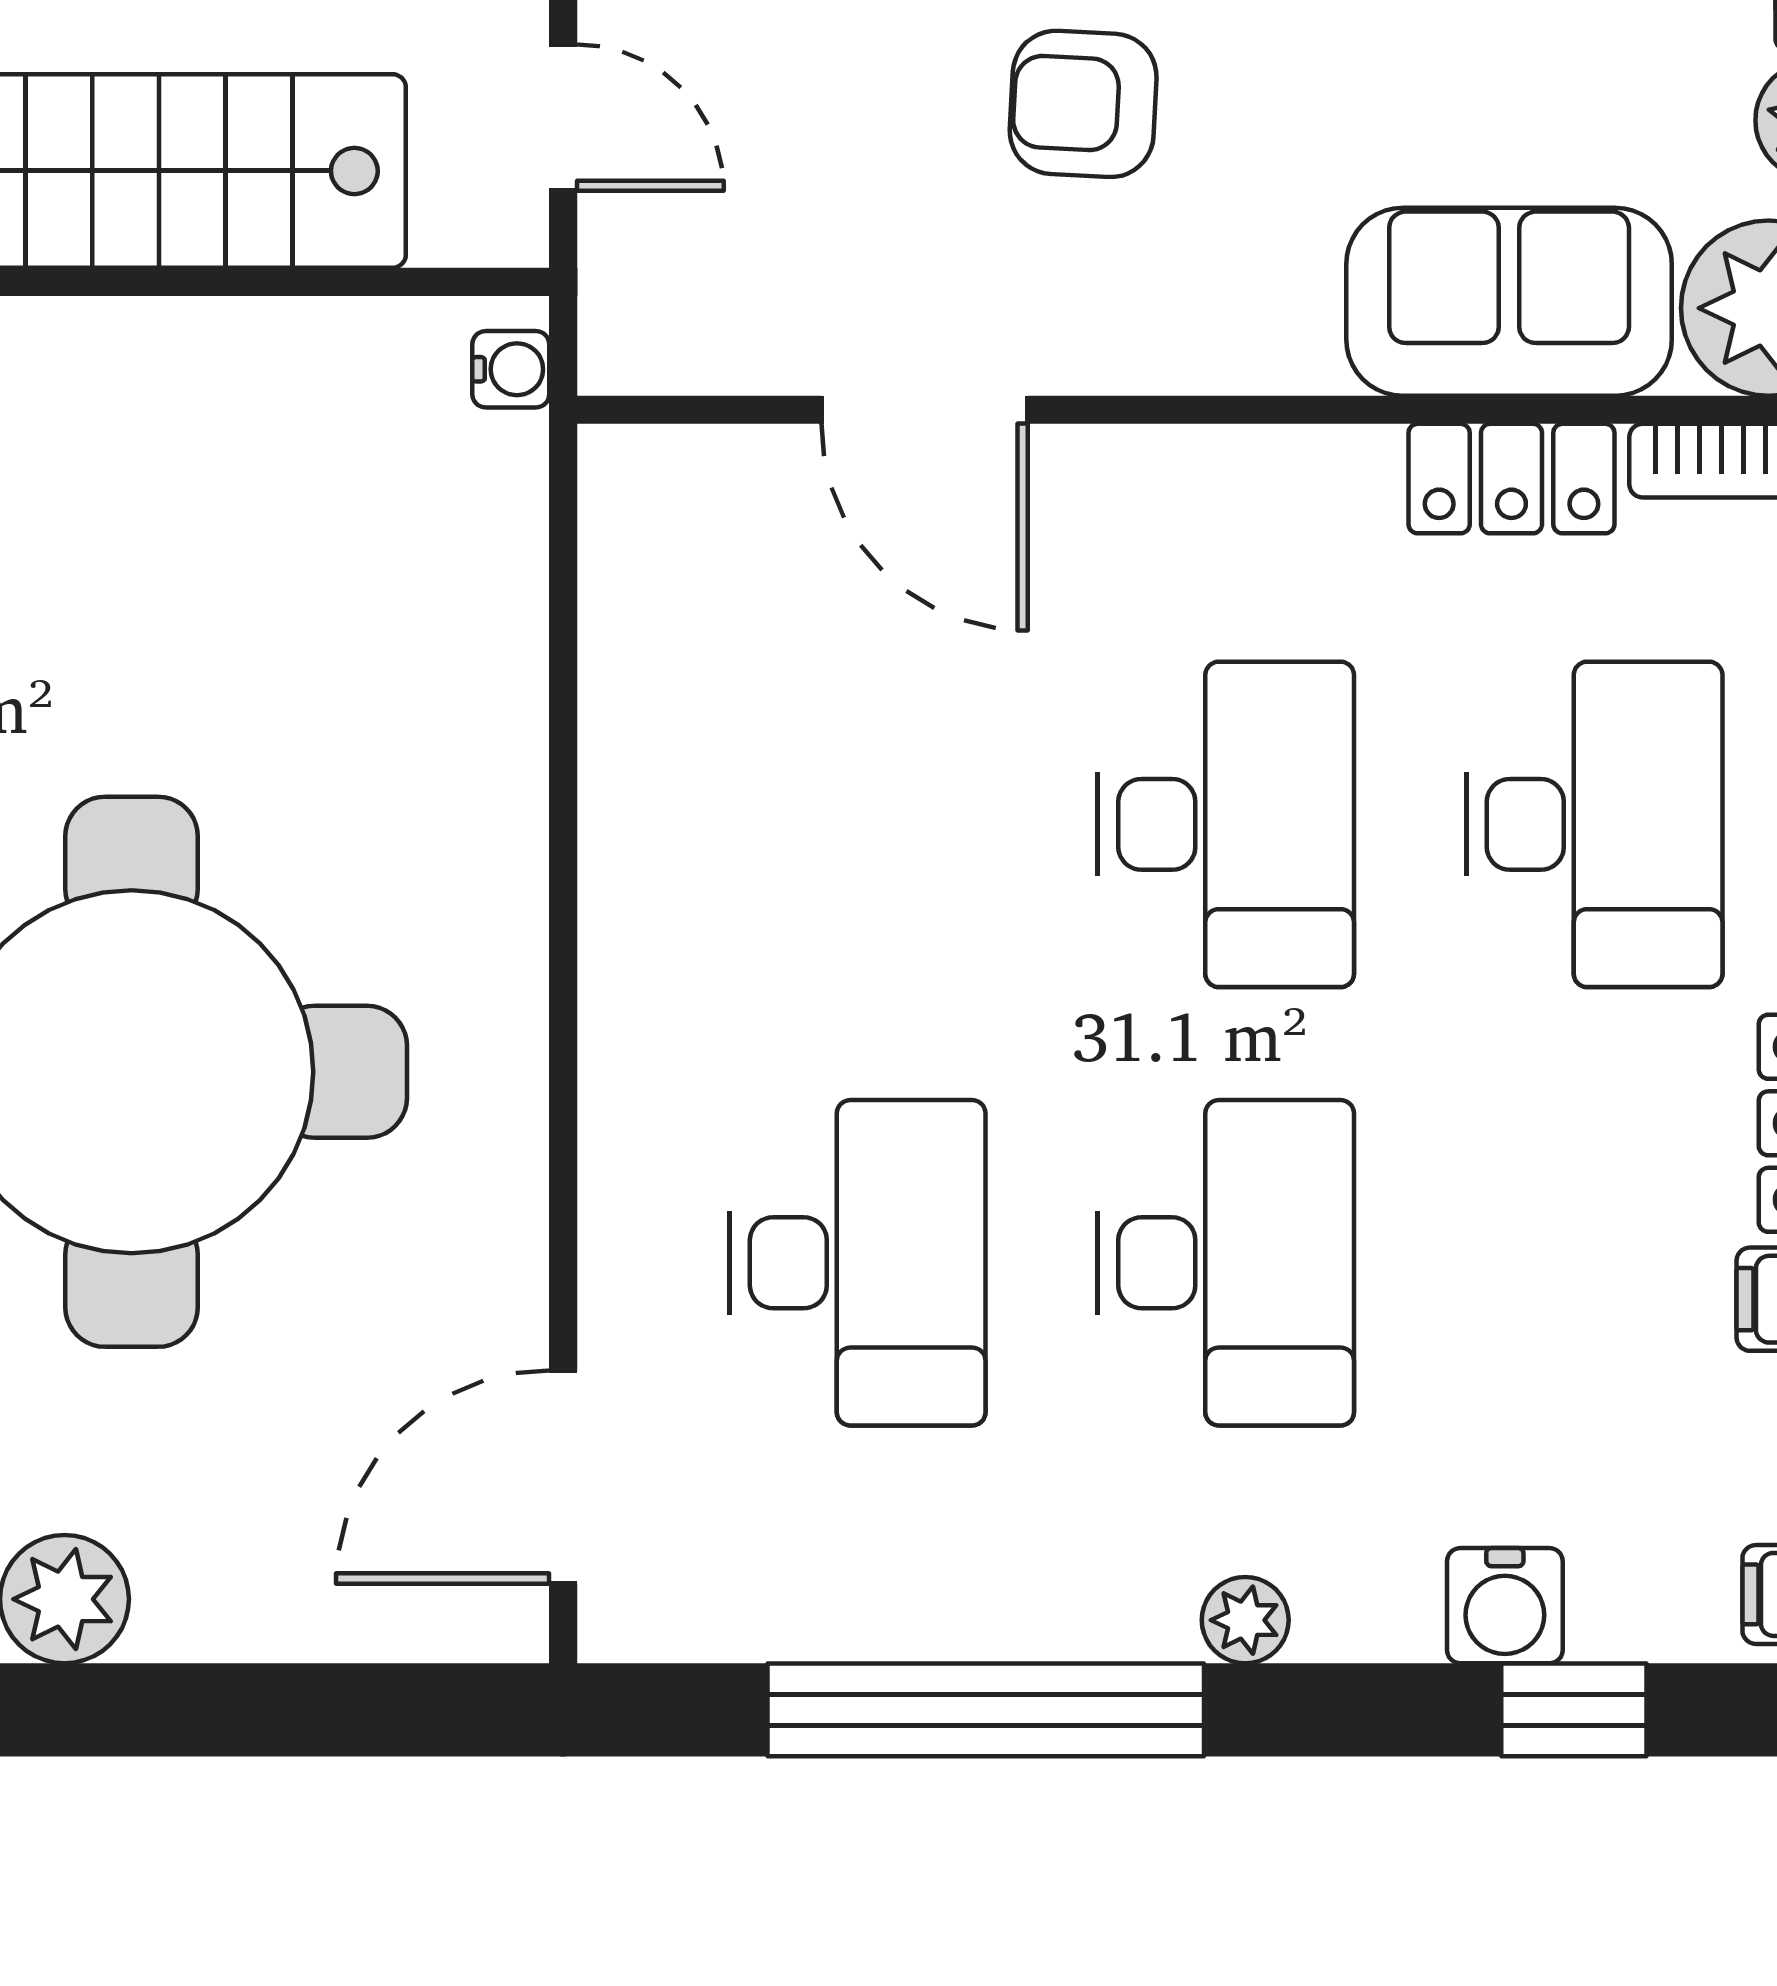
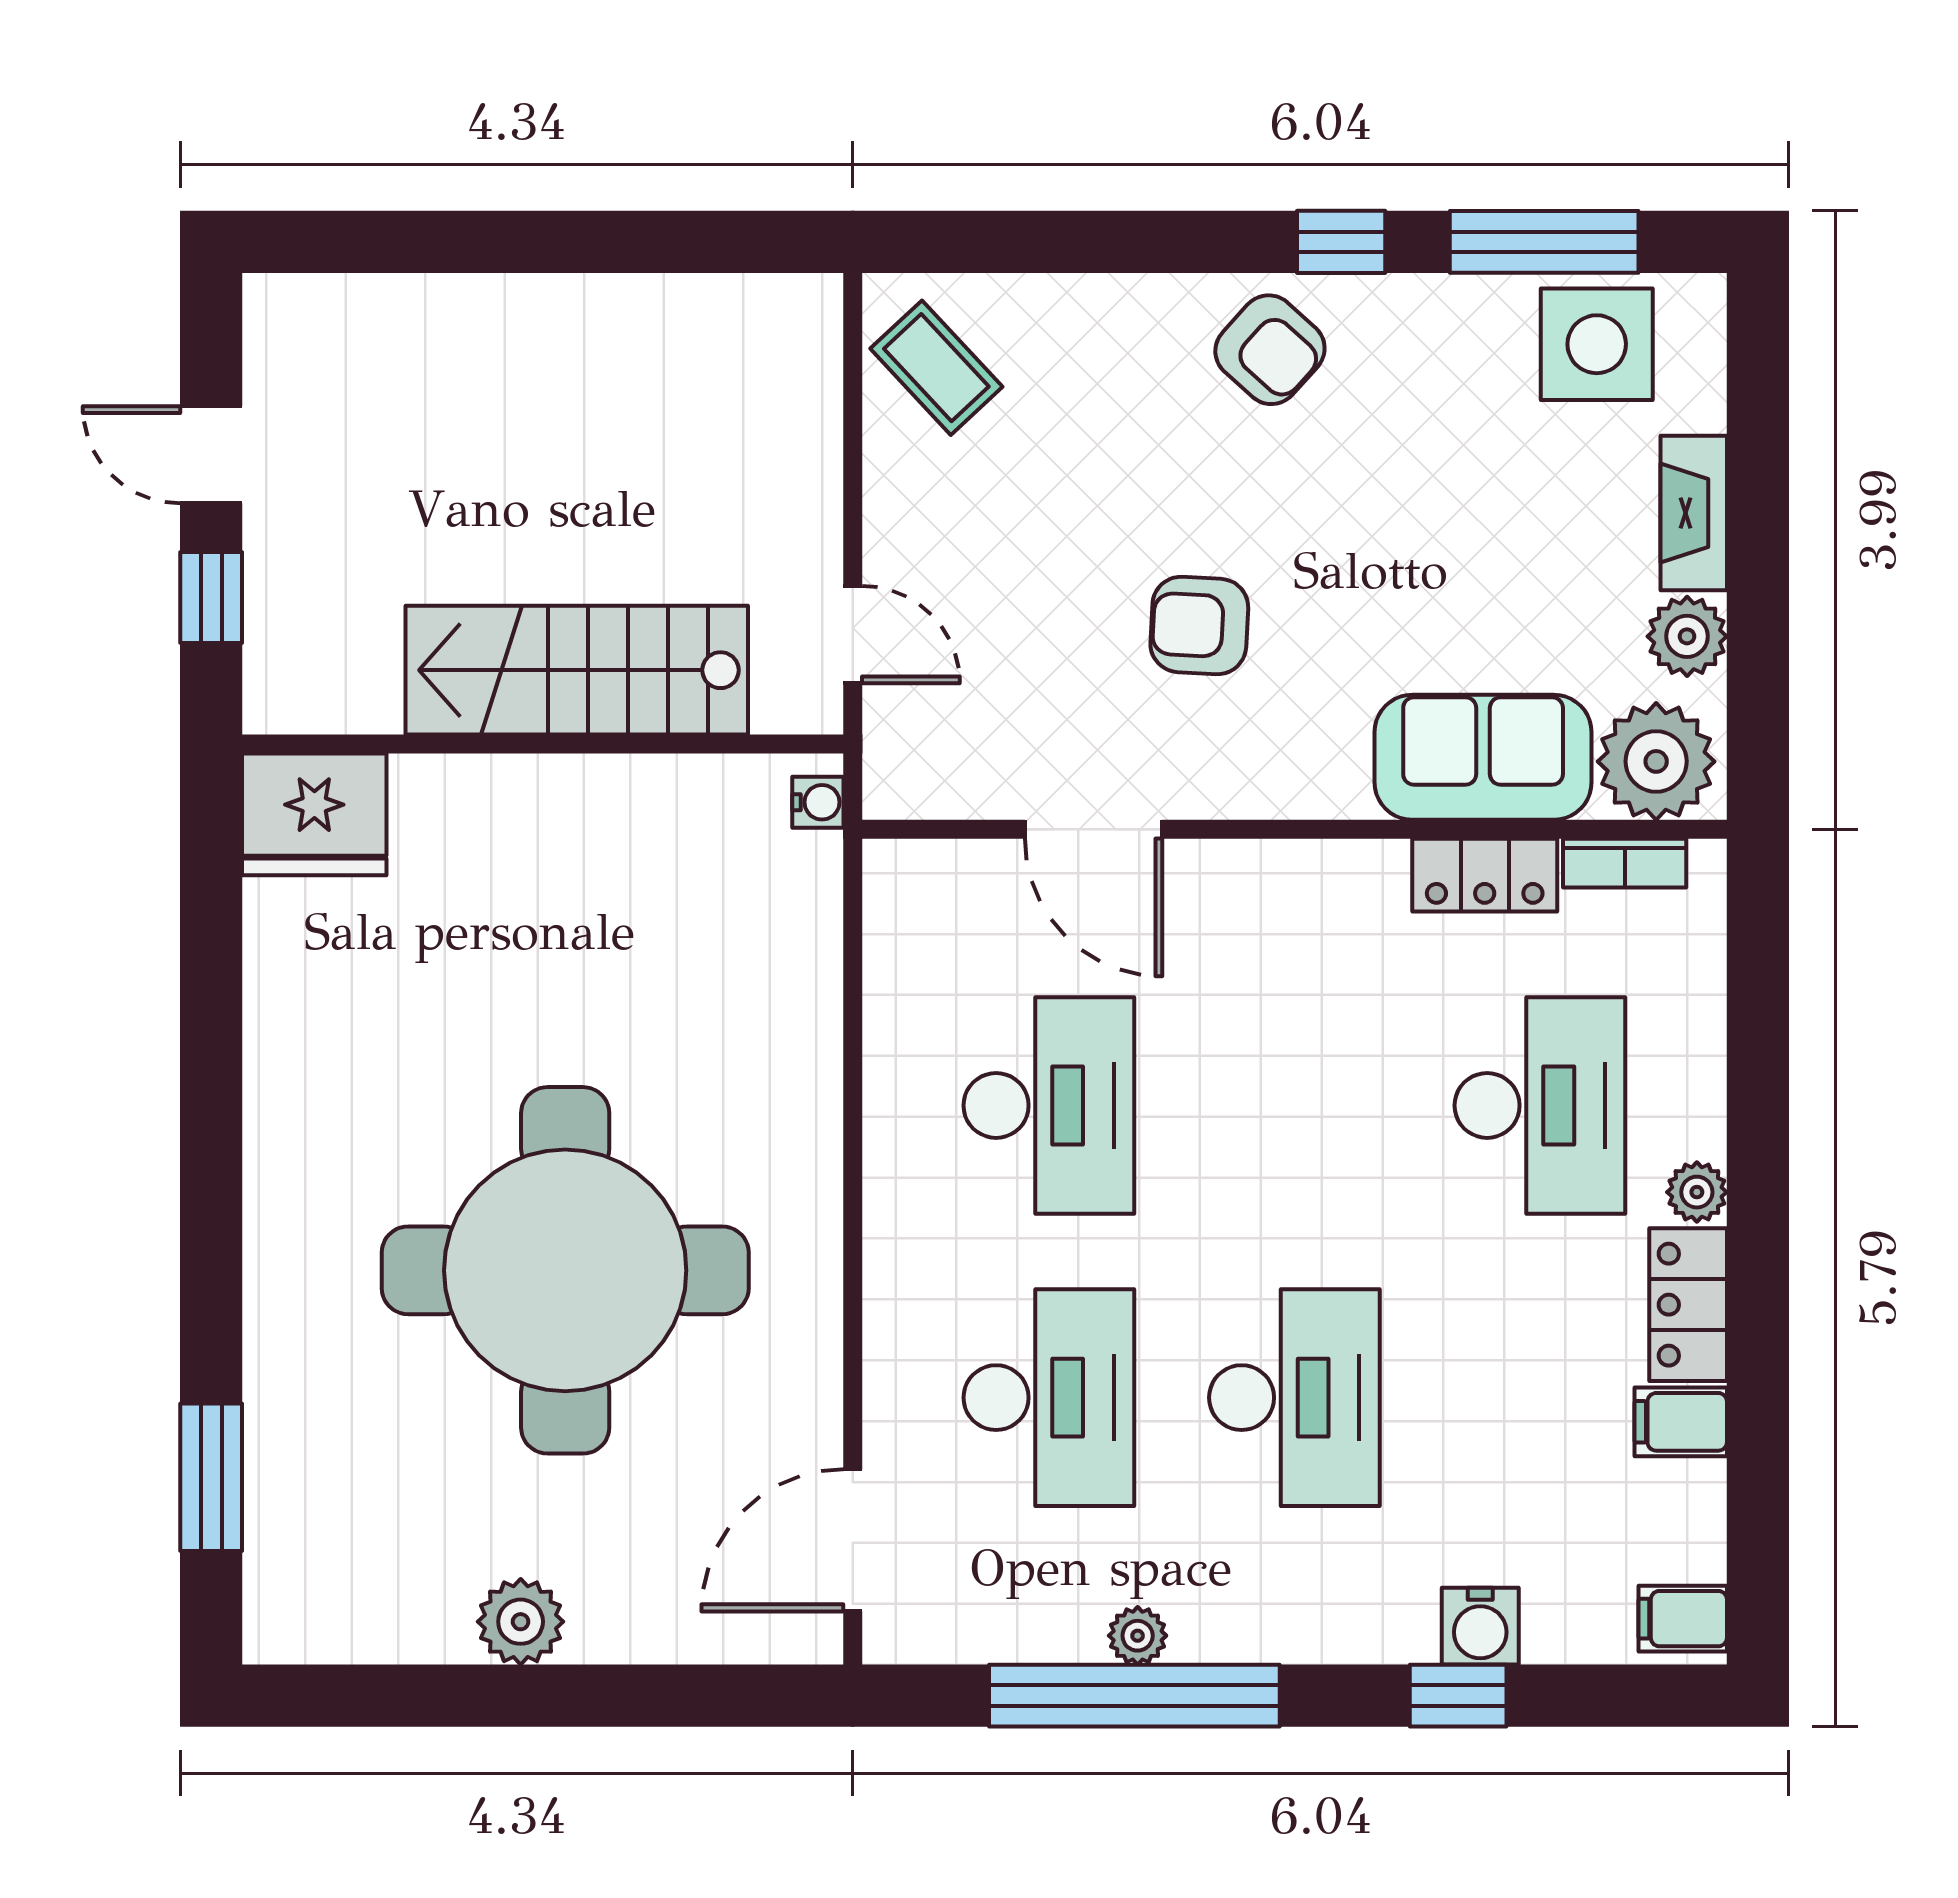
desk: (1226, 824) -> (1049, 1105), moved
plant: (1245, 1620) -> (1138, 1636), moved
window: (1574, 1710) -> (1458, 1696), moved

